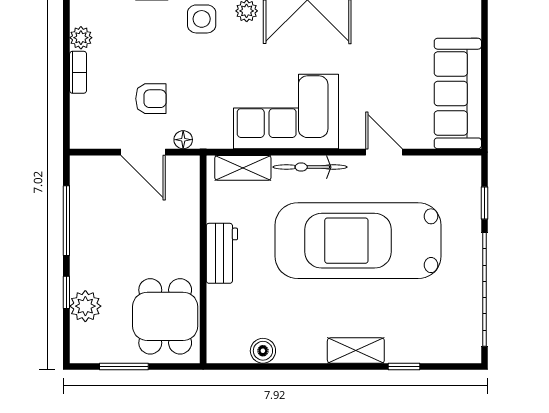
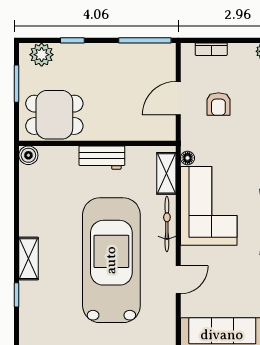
bookcase: (78, 72) -> (211, 49), moved
floor lamp: (183, 140) -> (188, 158), moved
window: (66, 221) -> (145, 40), moved
plant: (85, 306) -> (42, 55), moved
boiler: (263, 351) -> (28, 155), moved

